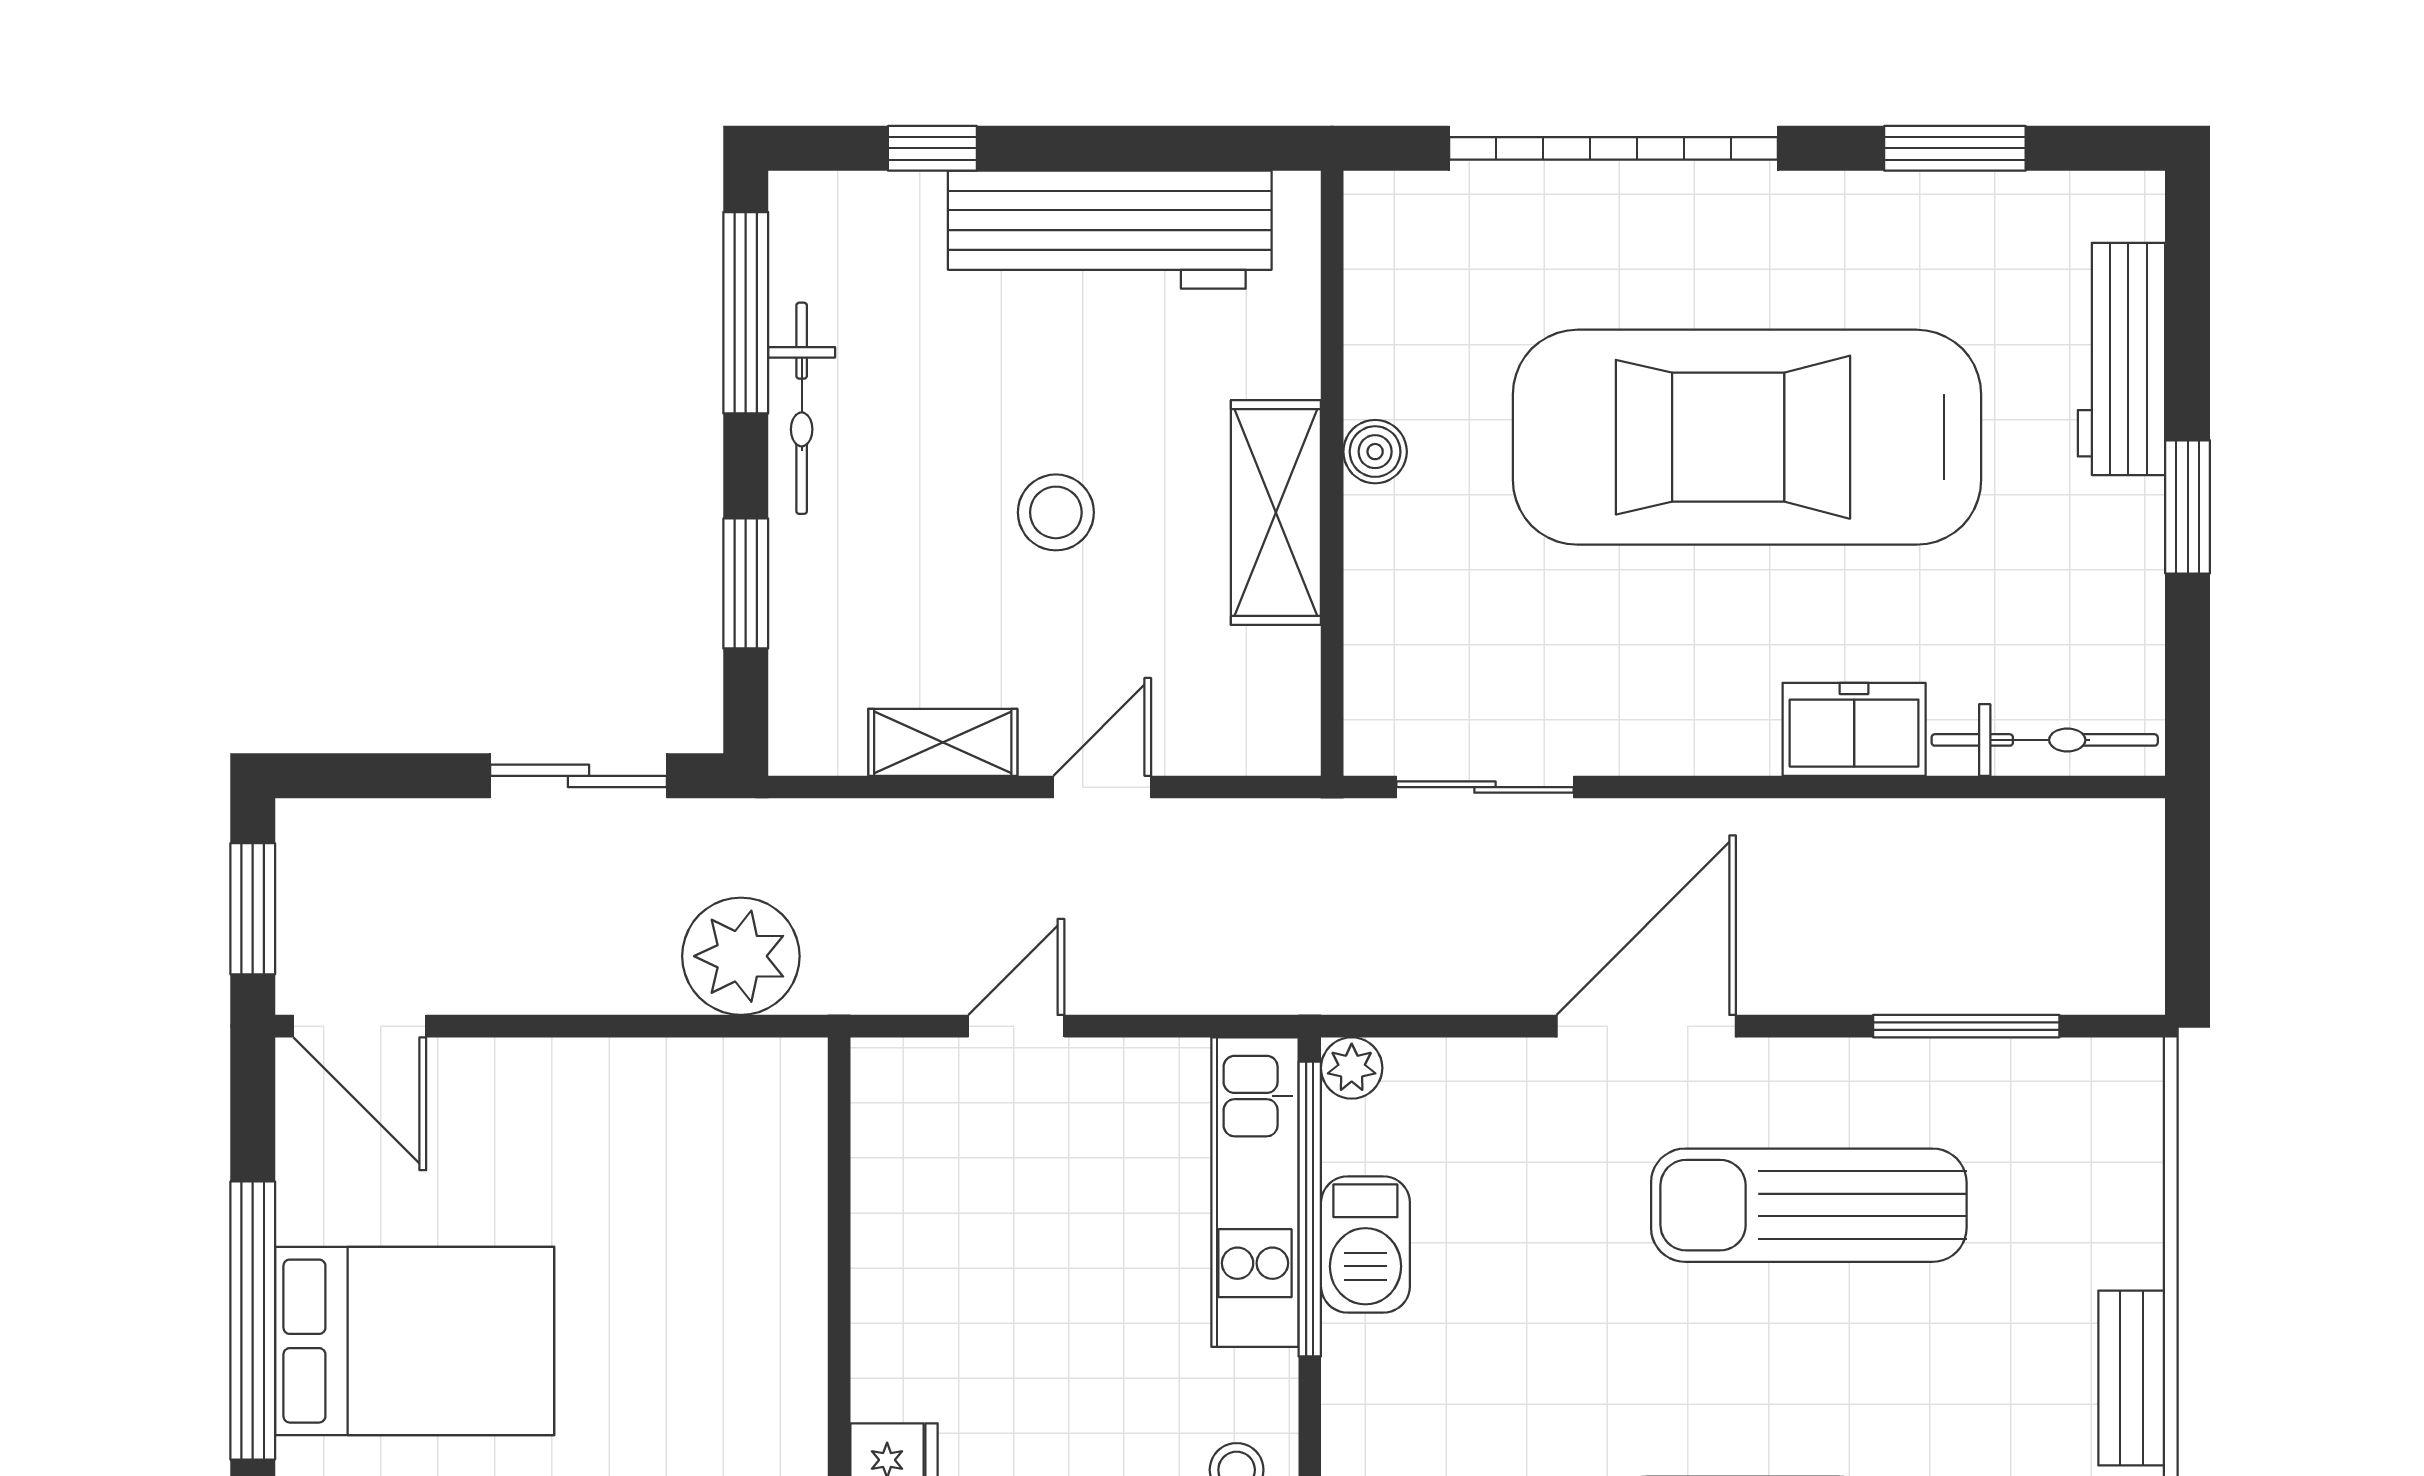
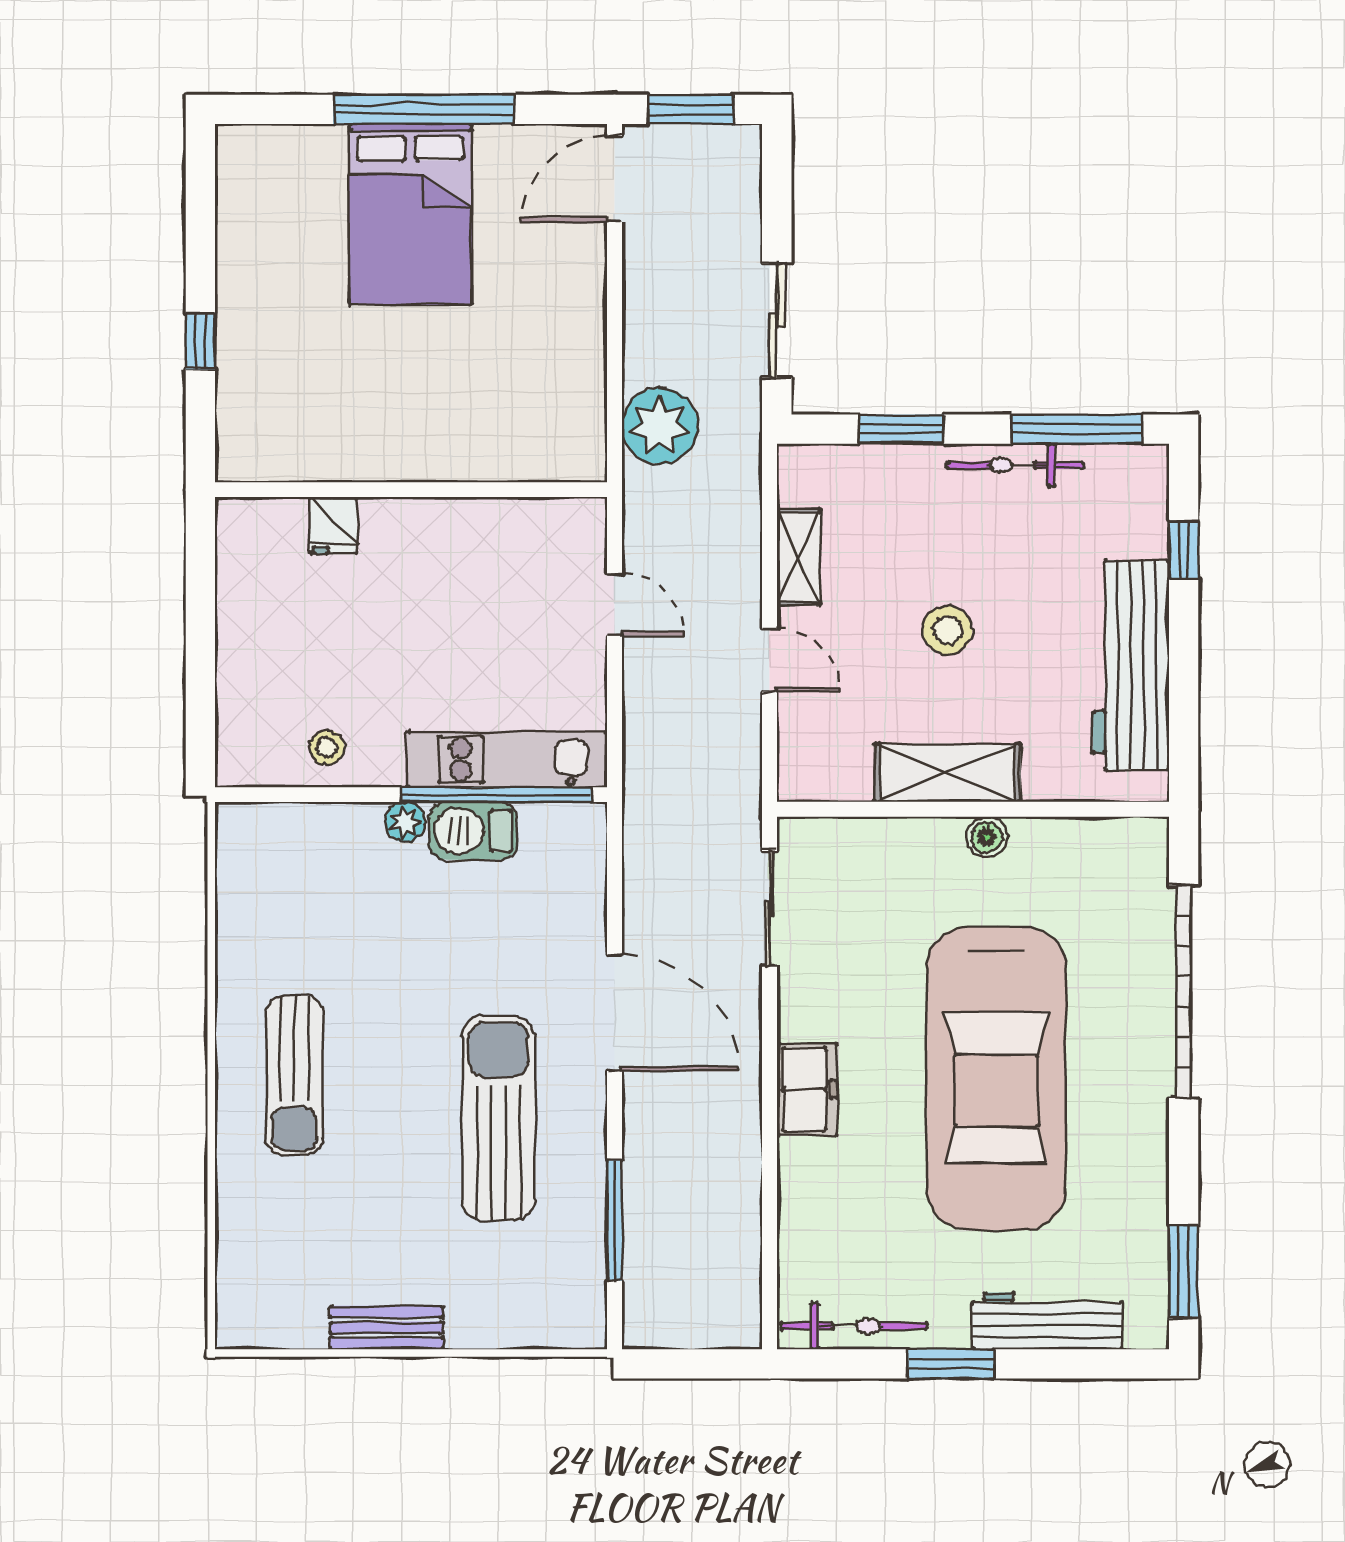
window: (1955, 148) -> (1184, 1272), moved
car: (1747, 437) -> (996, 1078), turned 180
freezer: (1854, 729) -> (807, 1089), moved
bicycle: (2045, 740) -> (854, 1326), moved, turned -90
plant: (1352, 1068) -> (405, 822), moved

